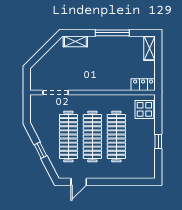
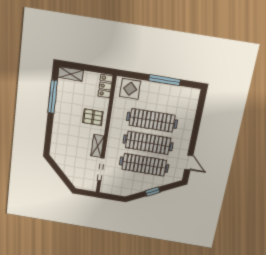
window: (112, 33) -> (53, 97), moved
shelving: (75, 41) -> (97, 146), moved
pallet: (110, 76) -> (93, 117), added
window: (158, 142) -> (164, 80), width x2.17

